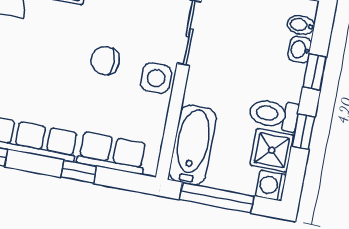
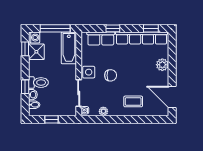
toilet: (274, 114) -> (38, 83), moved
window: (303, 132) -> (25, 49), moved

